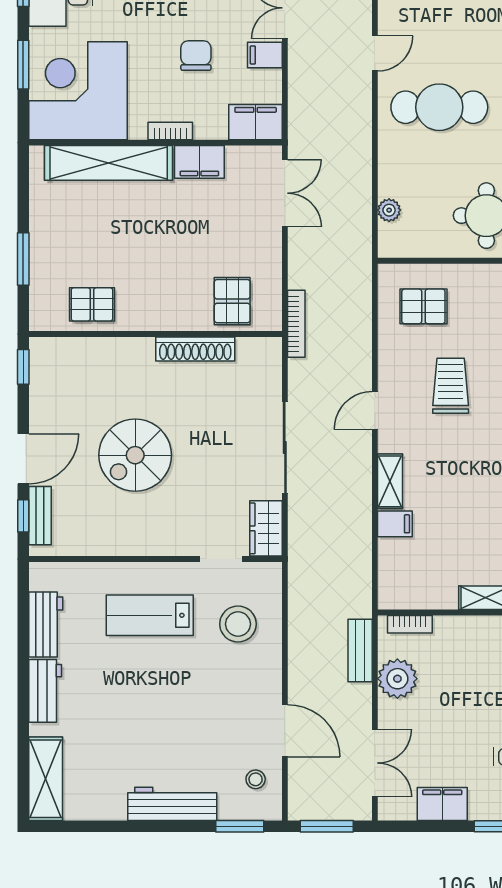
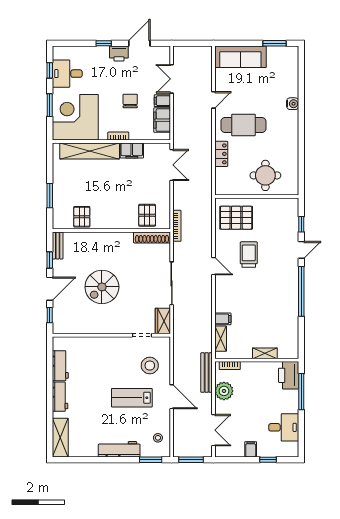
filing cabinet: (256, 122) -> (162, 120), moved, turned -90
locker: (391, 169) -> (221, 154), added
plant: (389, 210) -> (220, 173), removed
pallet: (92, 304) -> (82, 217), turned 90
pallet: (423, 306) -> (236, 218), width x1.50, depth x1.42
shoe rack: (195, 349) -> (152, 237), moved
window: (23, 367) -> (50, 260), moved
door: (375, 411) -> (213, 266), swing flipped
shelving: (390, 481) -> (221, 339), moved
bench: (40, 516) -> (58, 245), moved
lab bench: (150, 615) -> (132, 398), moved
bench: (360, 650) -> (207, 373), width x1.36
door: (285, 731) -> (172, 397), moved
filing cabinet: (442, 804) -> (251, 449), width x0.50

